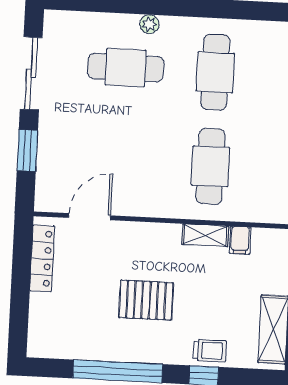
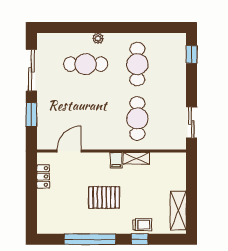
filing cabinet: (240, 240) -> (116, 160), moved
locker: (42, 258) -> (43, 176), width x0.66

